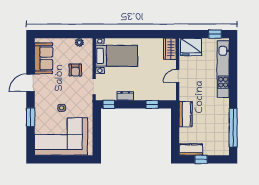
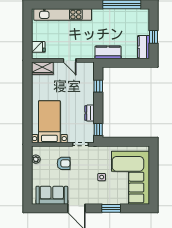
window: (215, 34) -> (27, 23), removed
fridge: (191, 47) -> (38, 47), width x0.53, depth x0.75

